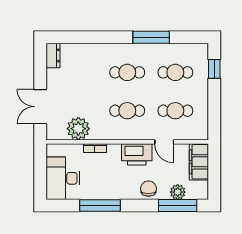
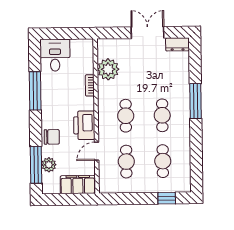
window: (151, 37) -> (196, 101), moved
double door: (40, 107) -> (148, 33), moved
desk: (63, 178) -> (55, 55), width x0.73

